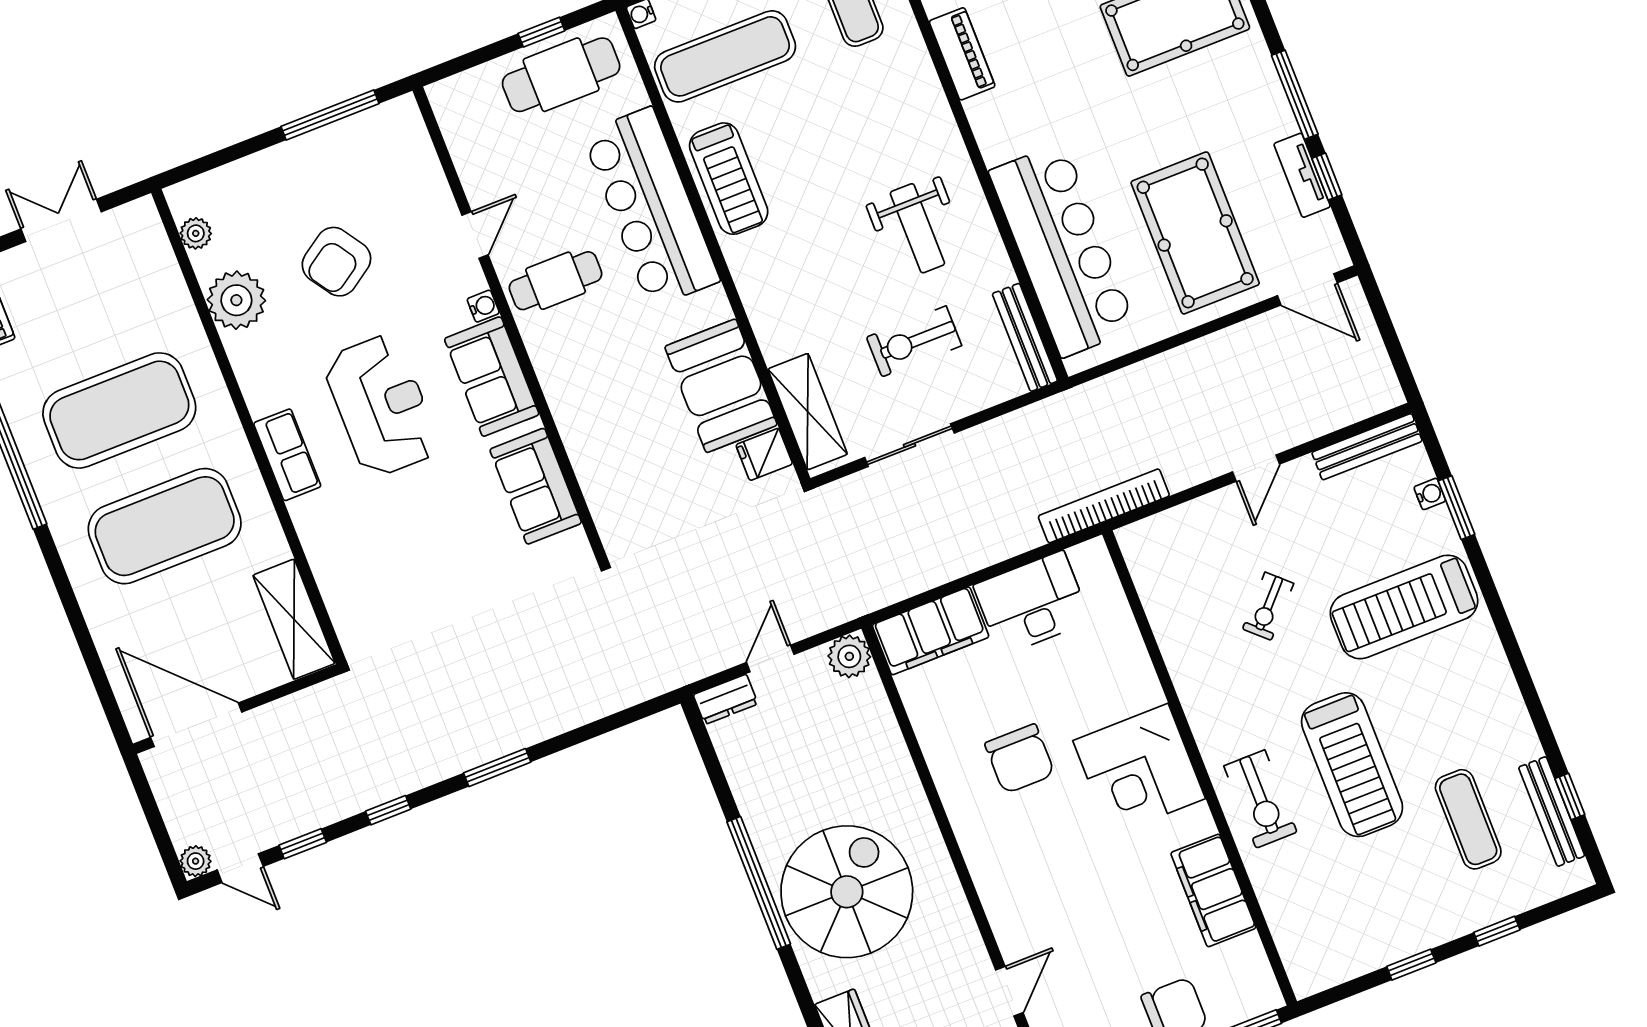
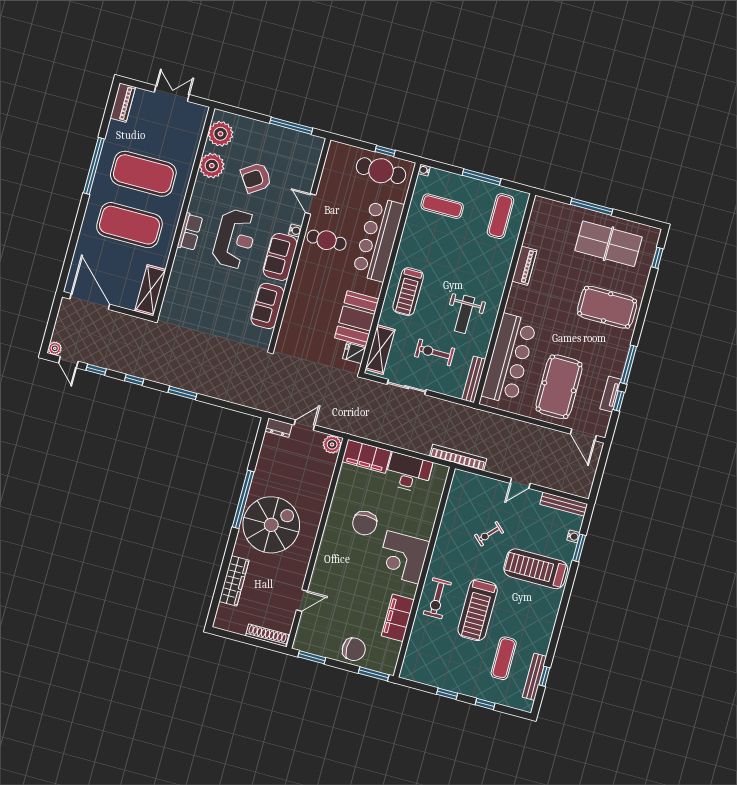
exercise mat: (725, 56) -> (442, 206), width x0.73, depth x0.69
treadmill: (729, 179) -> (408, 292), moved
plant: (196, 233) -> (220, 134), width x1.87, depth x1.87
door: (475, 235) -> (311, 204), swing flipped

